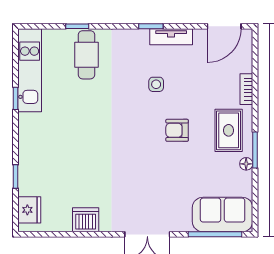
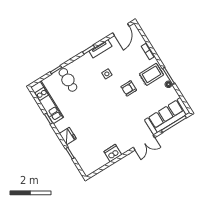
rug: (229, 130) -> (152, 74), turned 90
fridge: (29, 210) -> (68, 136), moved
sofa: (223, 215) -> (167, 116), width x1.36

